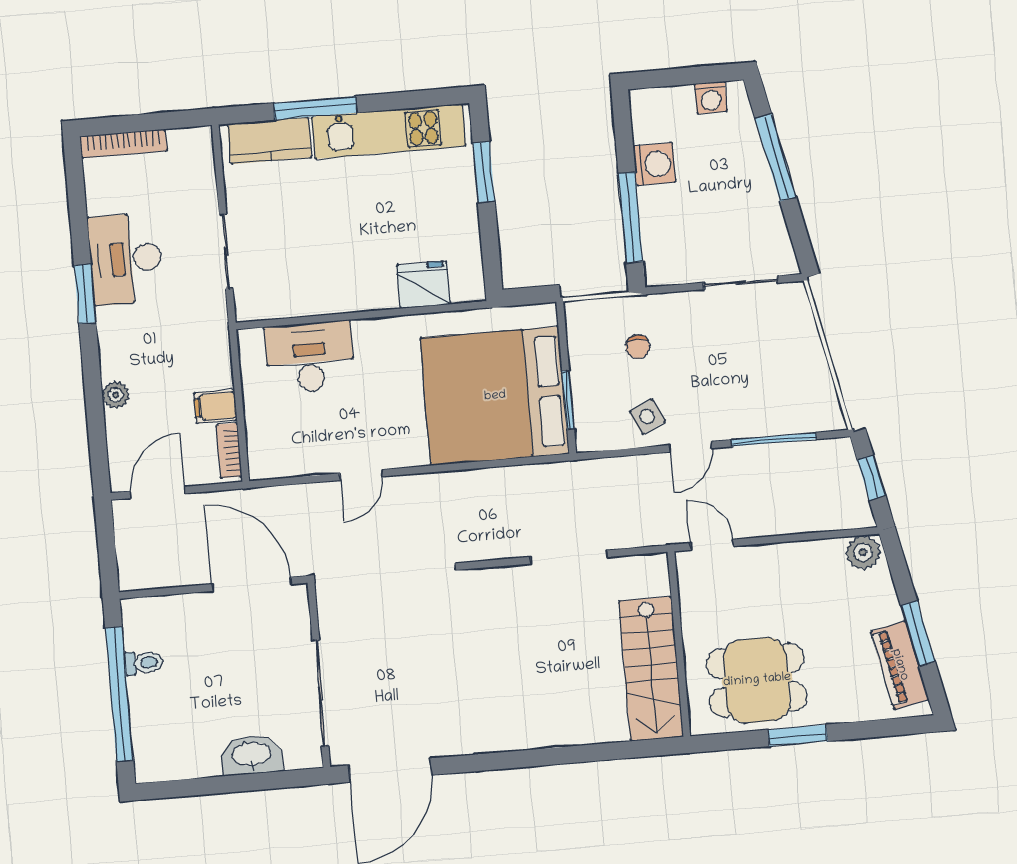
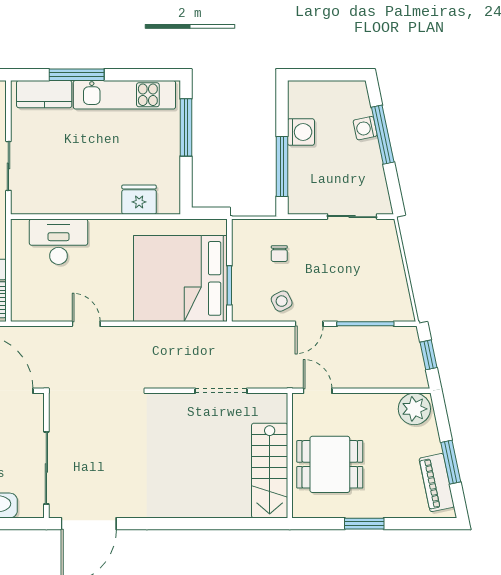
washing machine: (711, 98) -> (365, 128), moved, turned 78
window: (484, 172) -> (186, 127), width x1.44
door: (361, 475) -> (86, 324), swing flipped
plant: (863, 552) -> (414, 409), width x1.36, depth x1.36
dining table: (757, 680) -> (330, 464), moved

